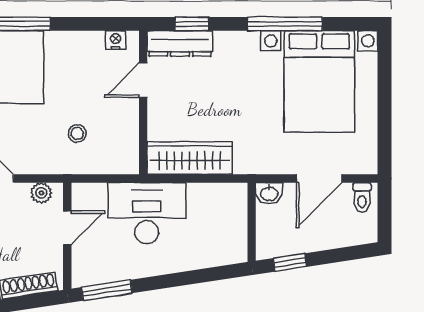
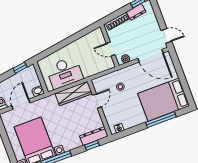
door: (143, 80) -> (97, 101), moved
desk: (147, 213) -> (65, 73), moved
door: (67, 228) -> (111, 49), hinge flipped
window: (107, 290) -> (86, 31), removed

